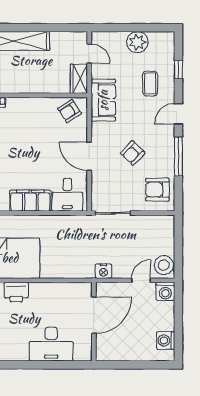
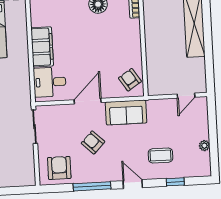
plant: (137, 42) -> (204, 146), width x0.53, depth x0.53
wardrobe: (79, 79) -> (161, 87), removed
sofa: (103, 100) -> (126, 112), moved

